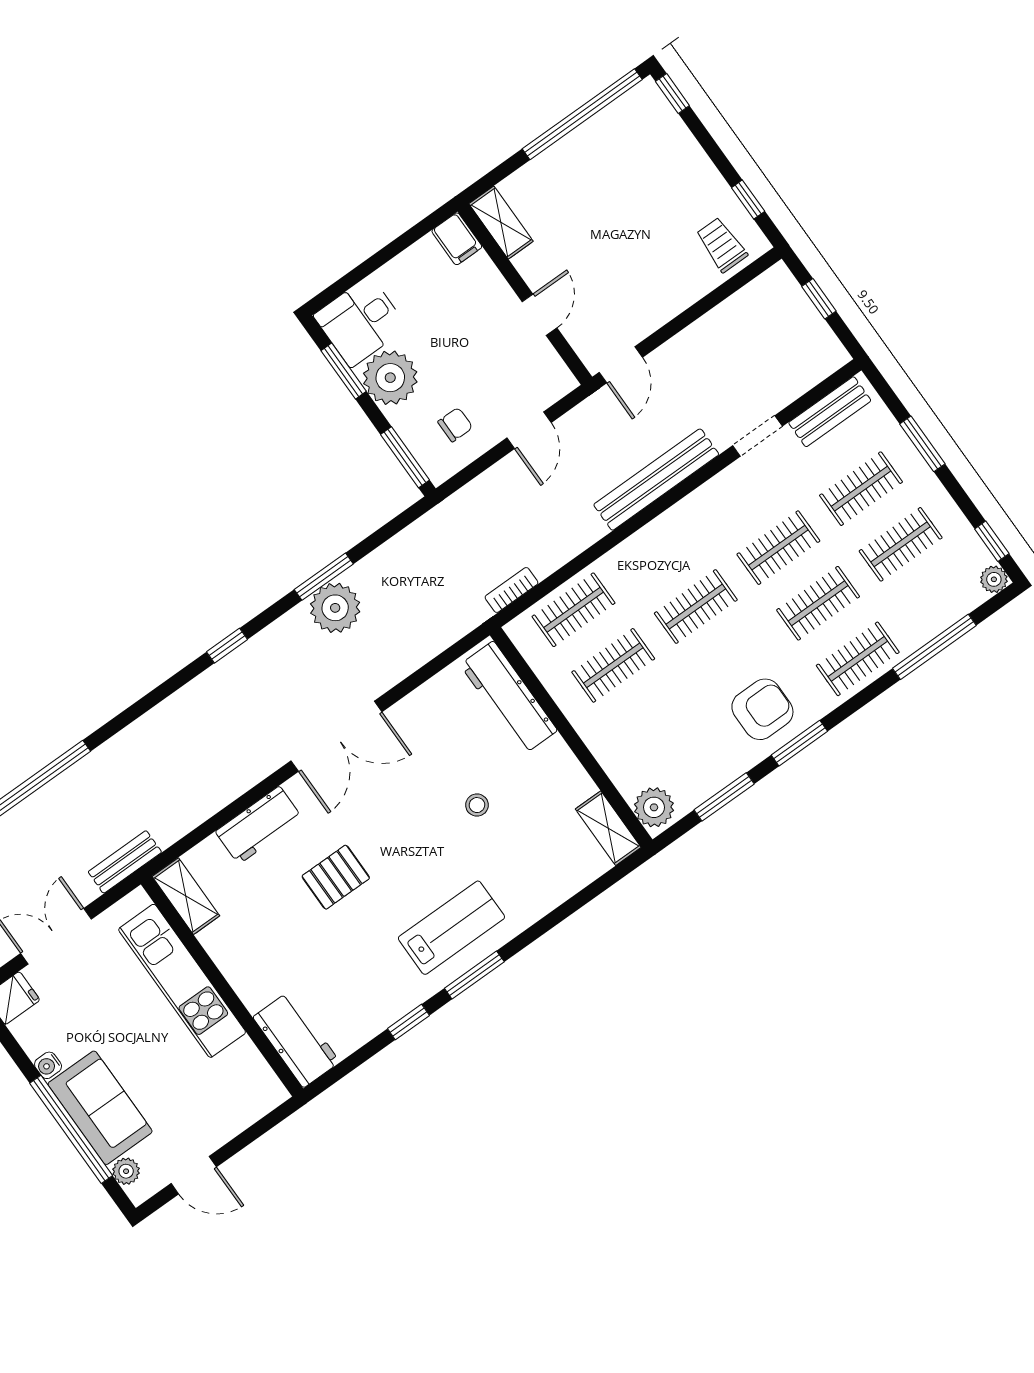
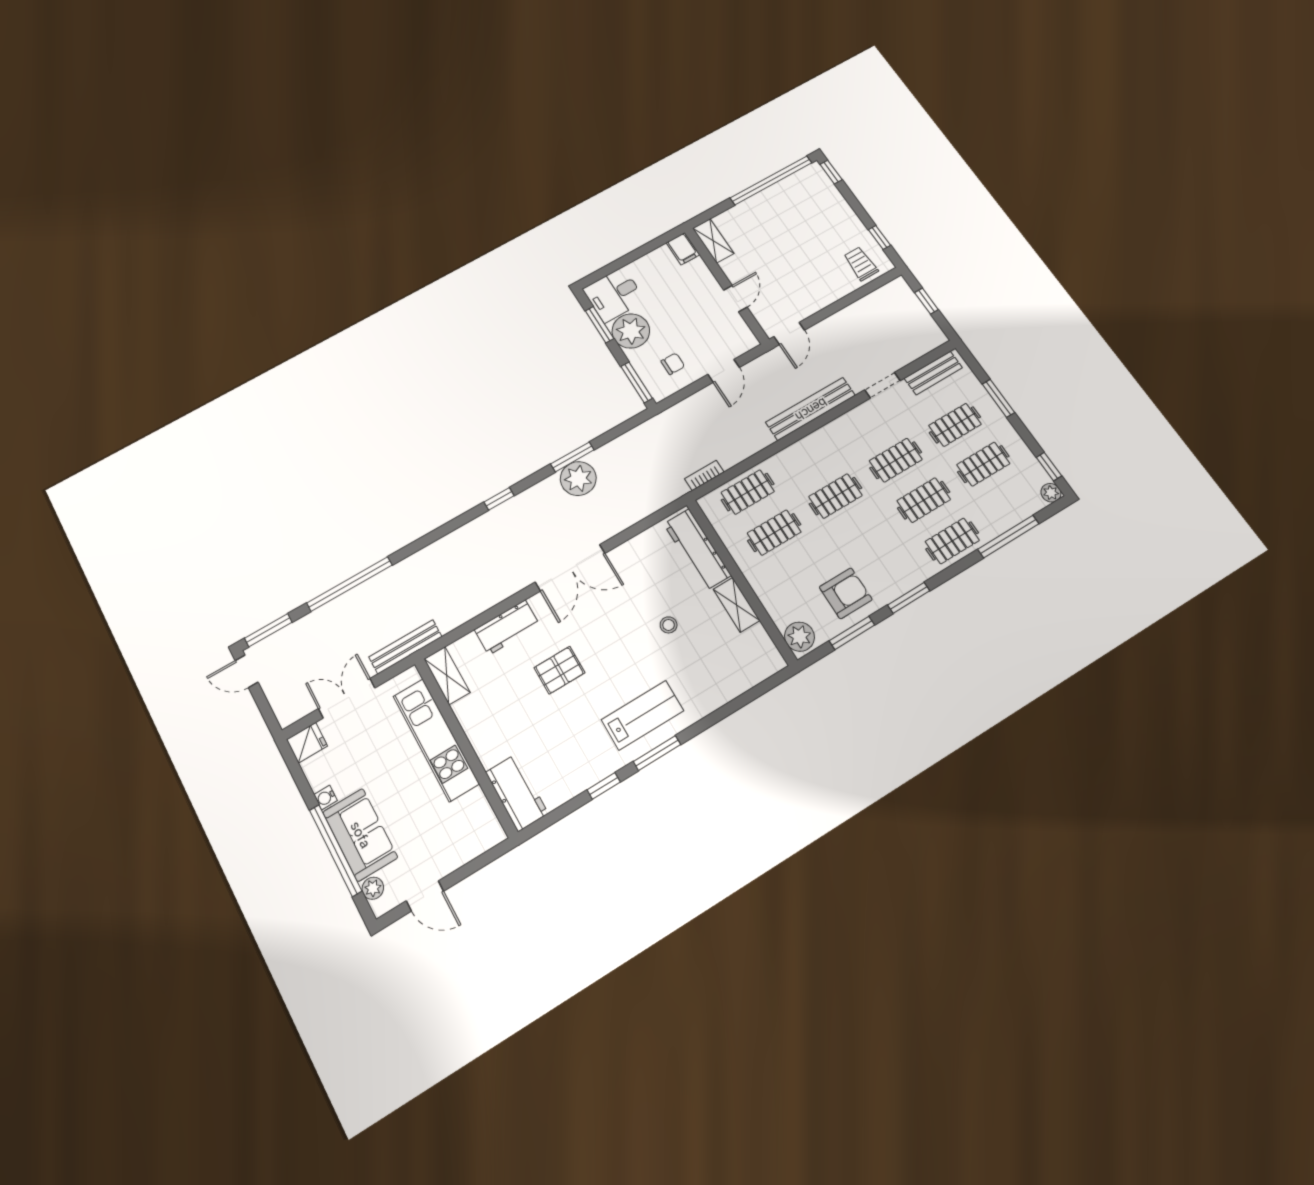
armchair: (762, 709) -> (846, 593), moved
shelving: (608, 828) -> (736, 605), moved
bench: (125, 862) -> (405, 647), width x1.36

